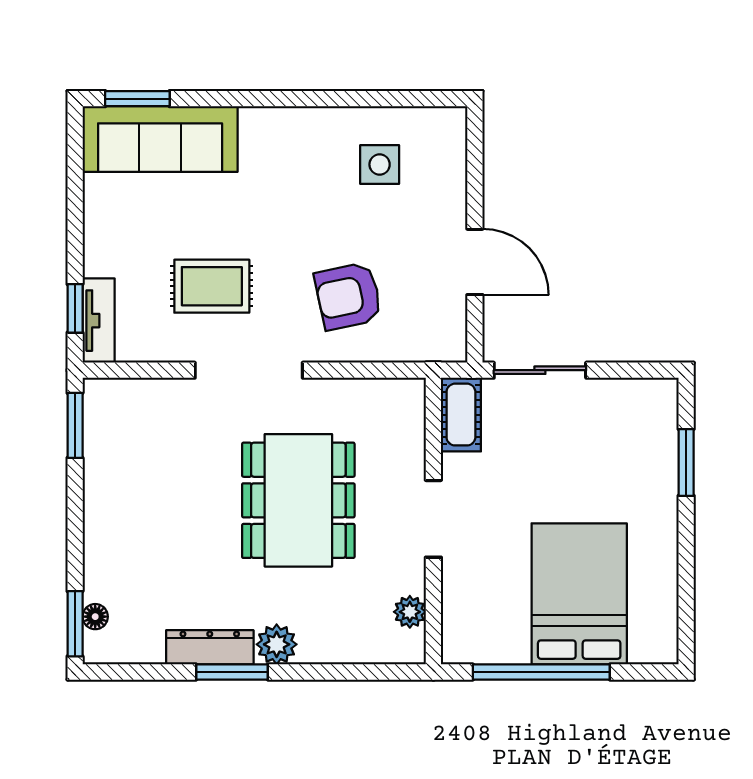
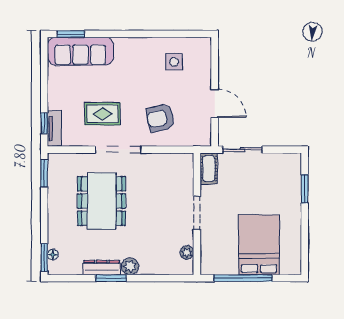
dining table: (298, 500) -> (102, 201), moved

